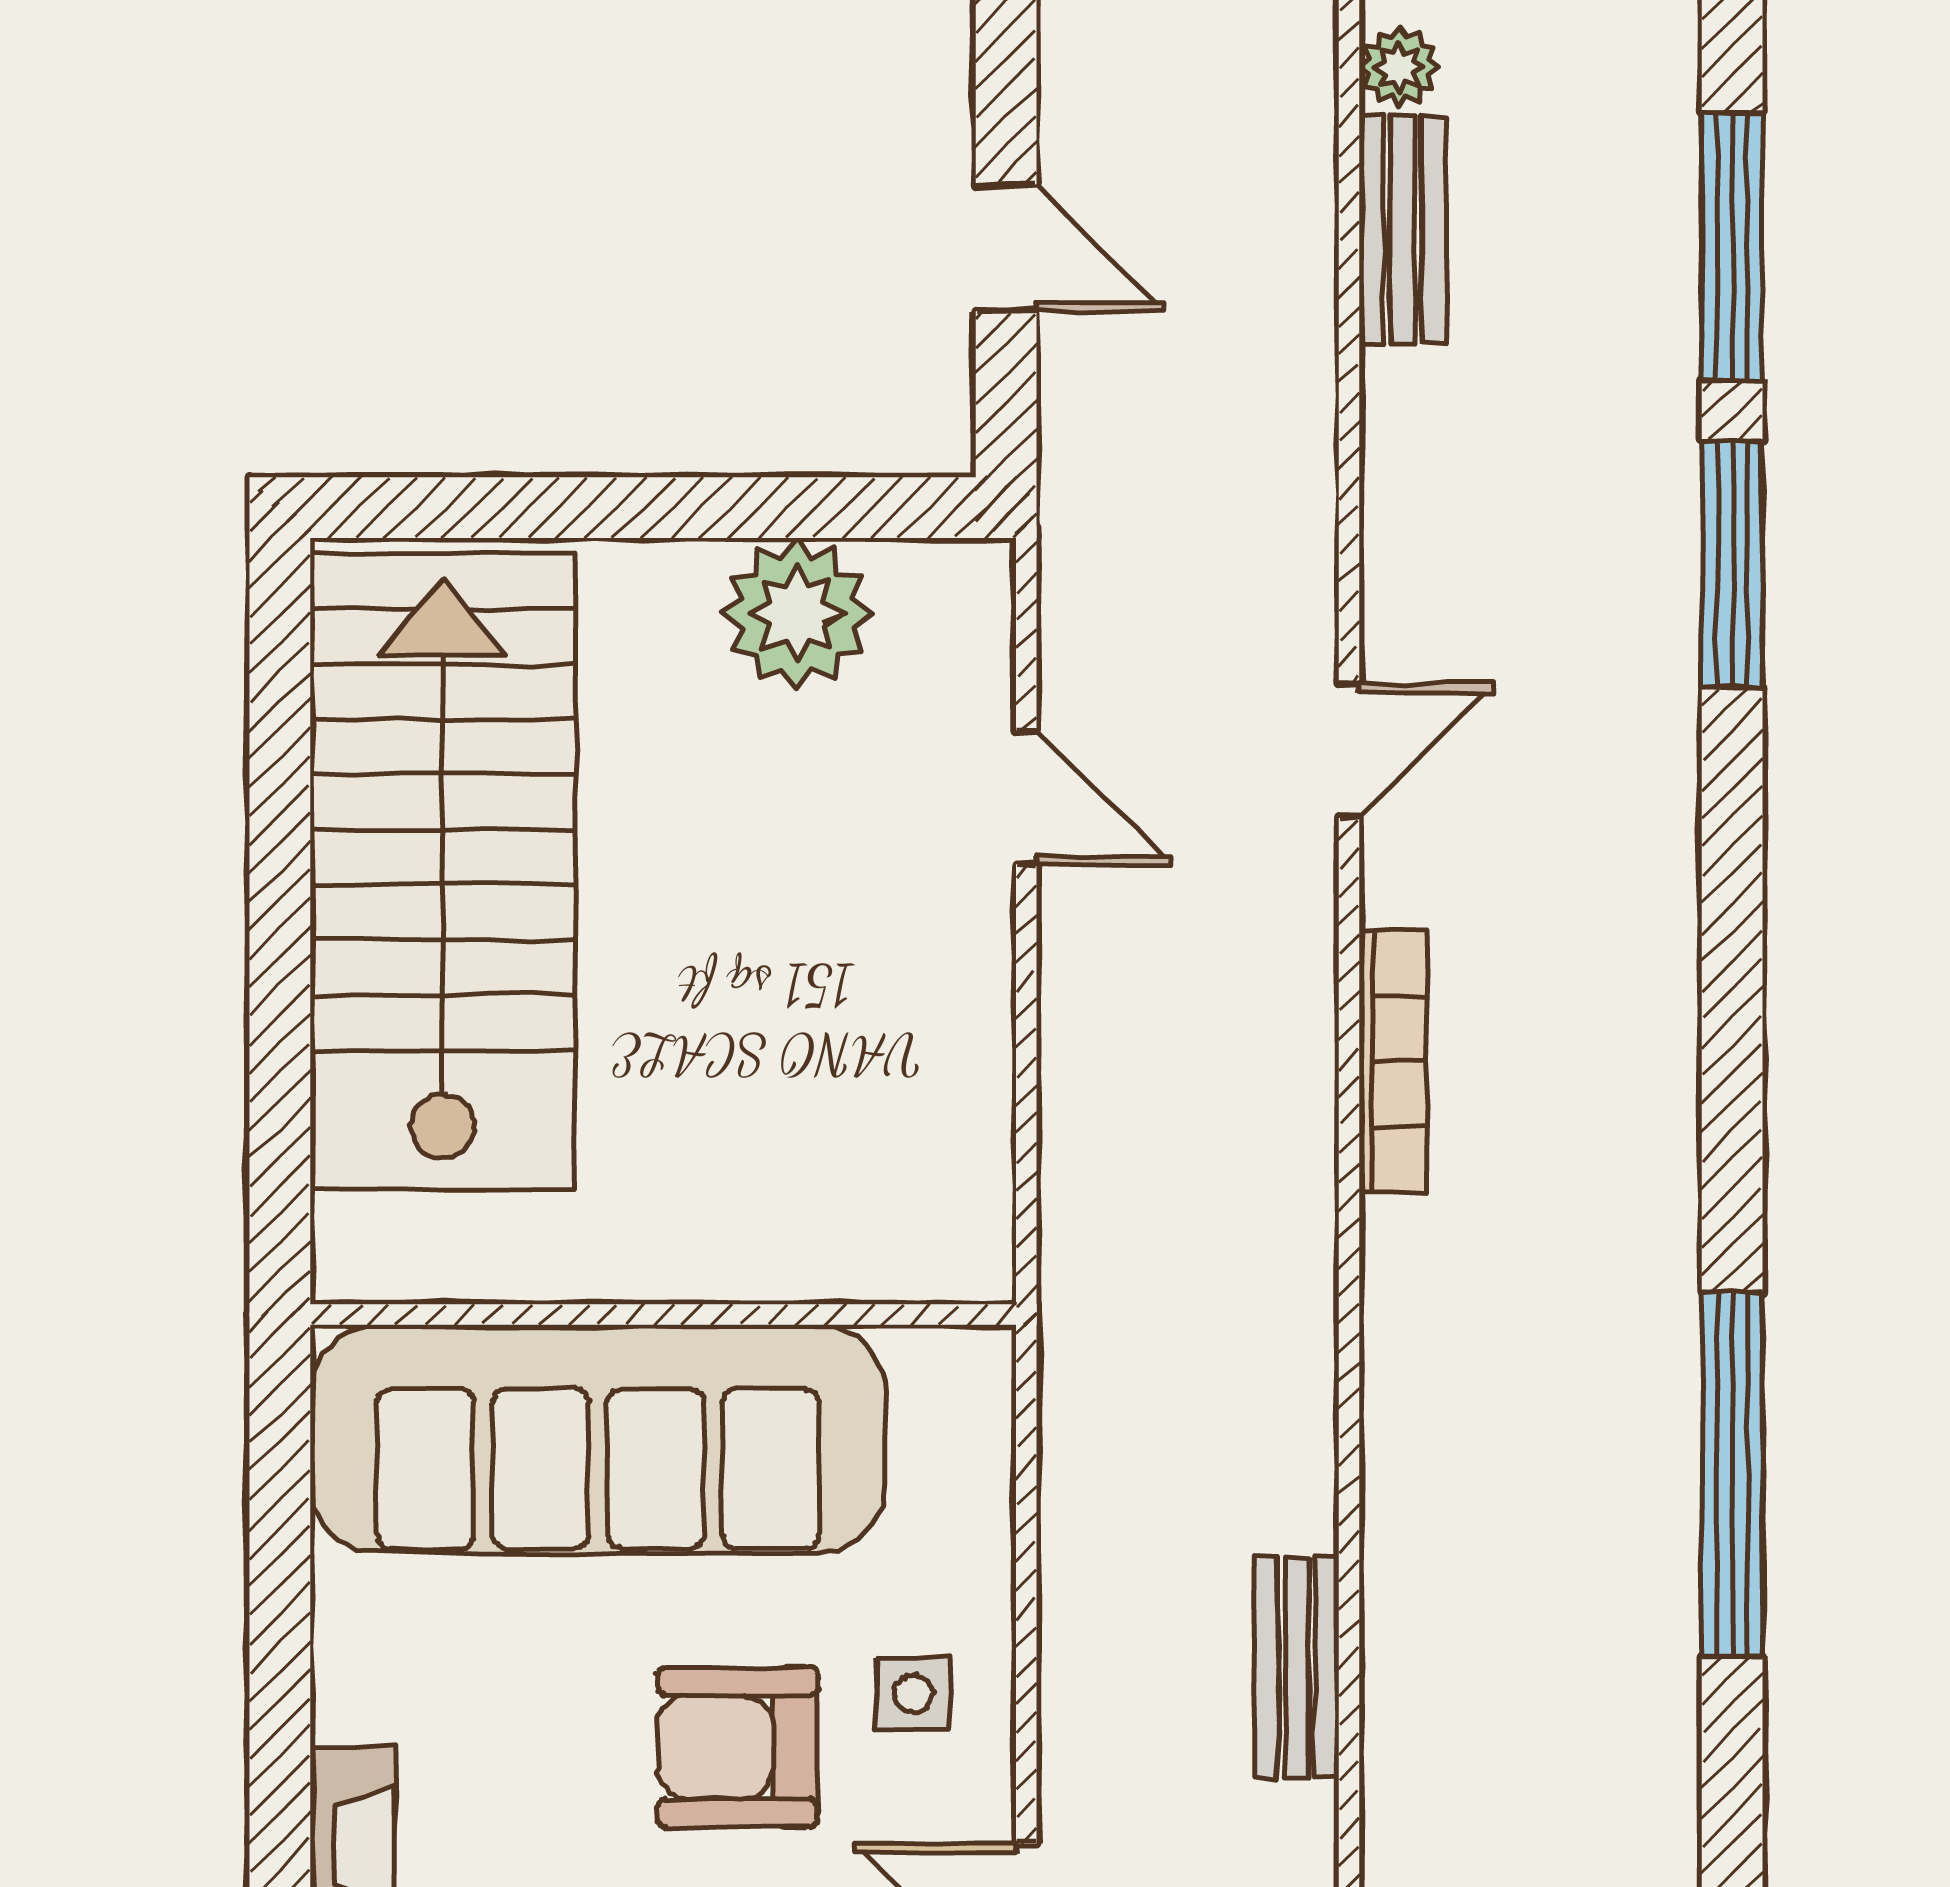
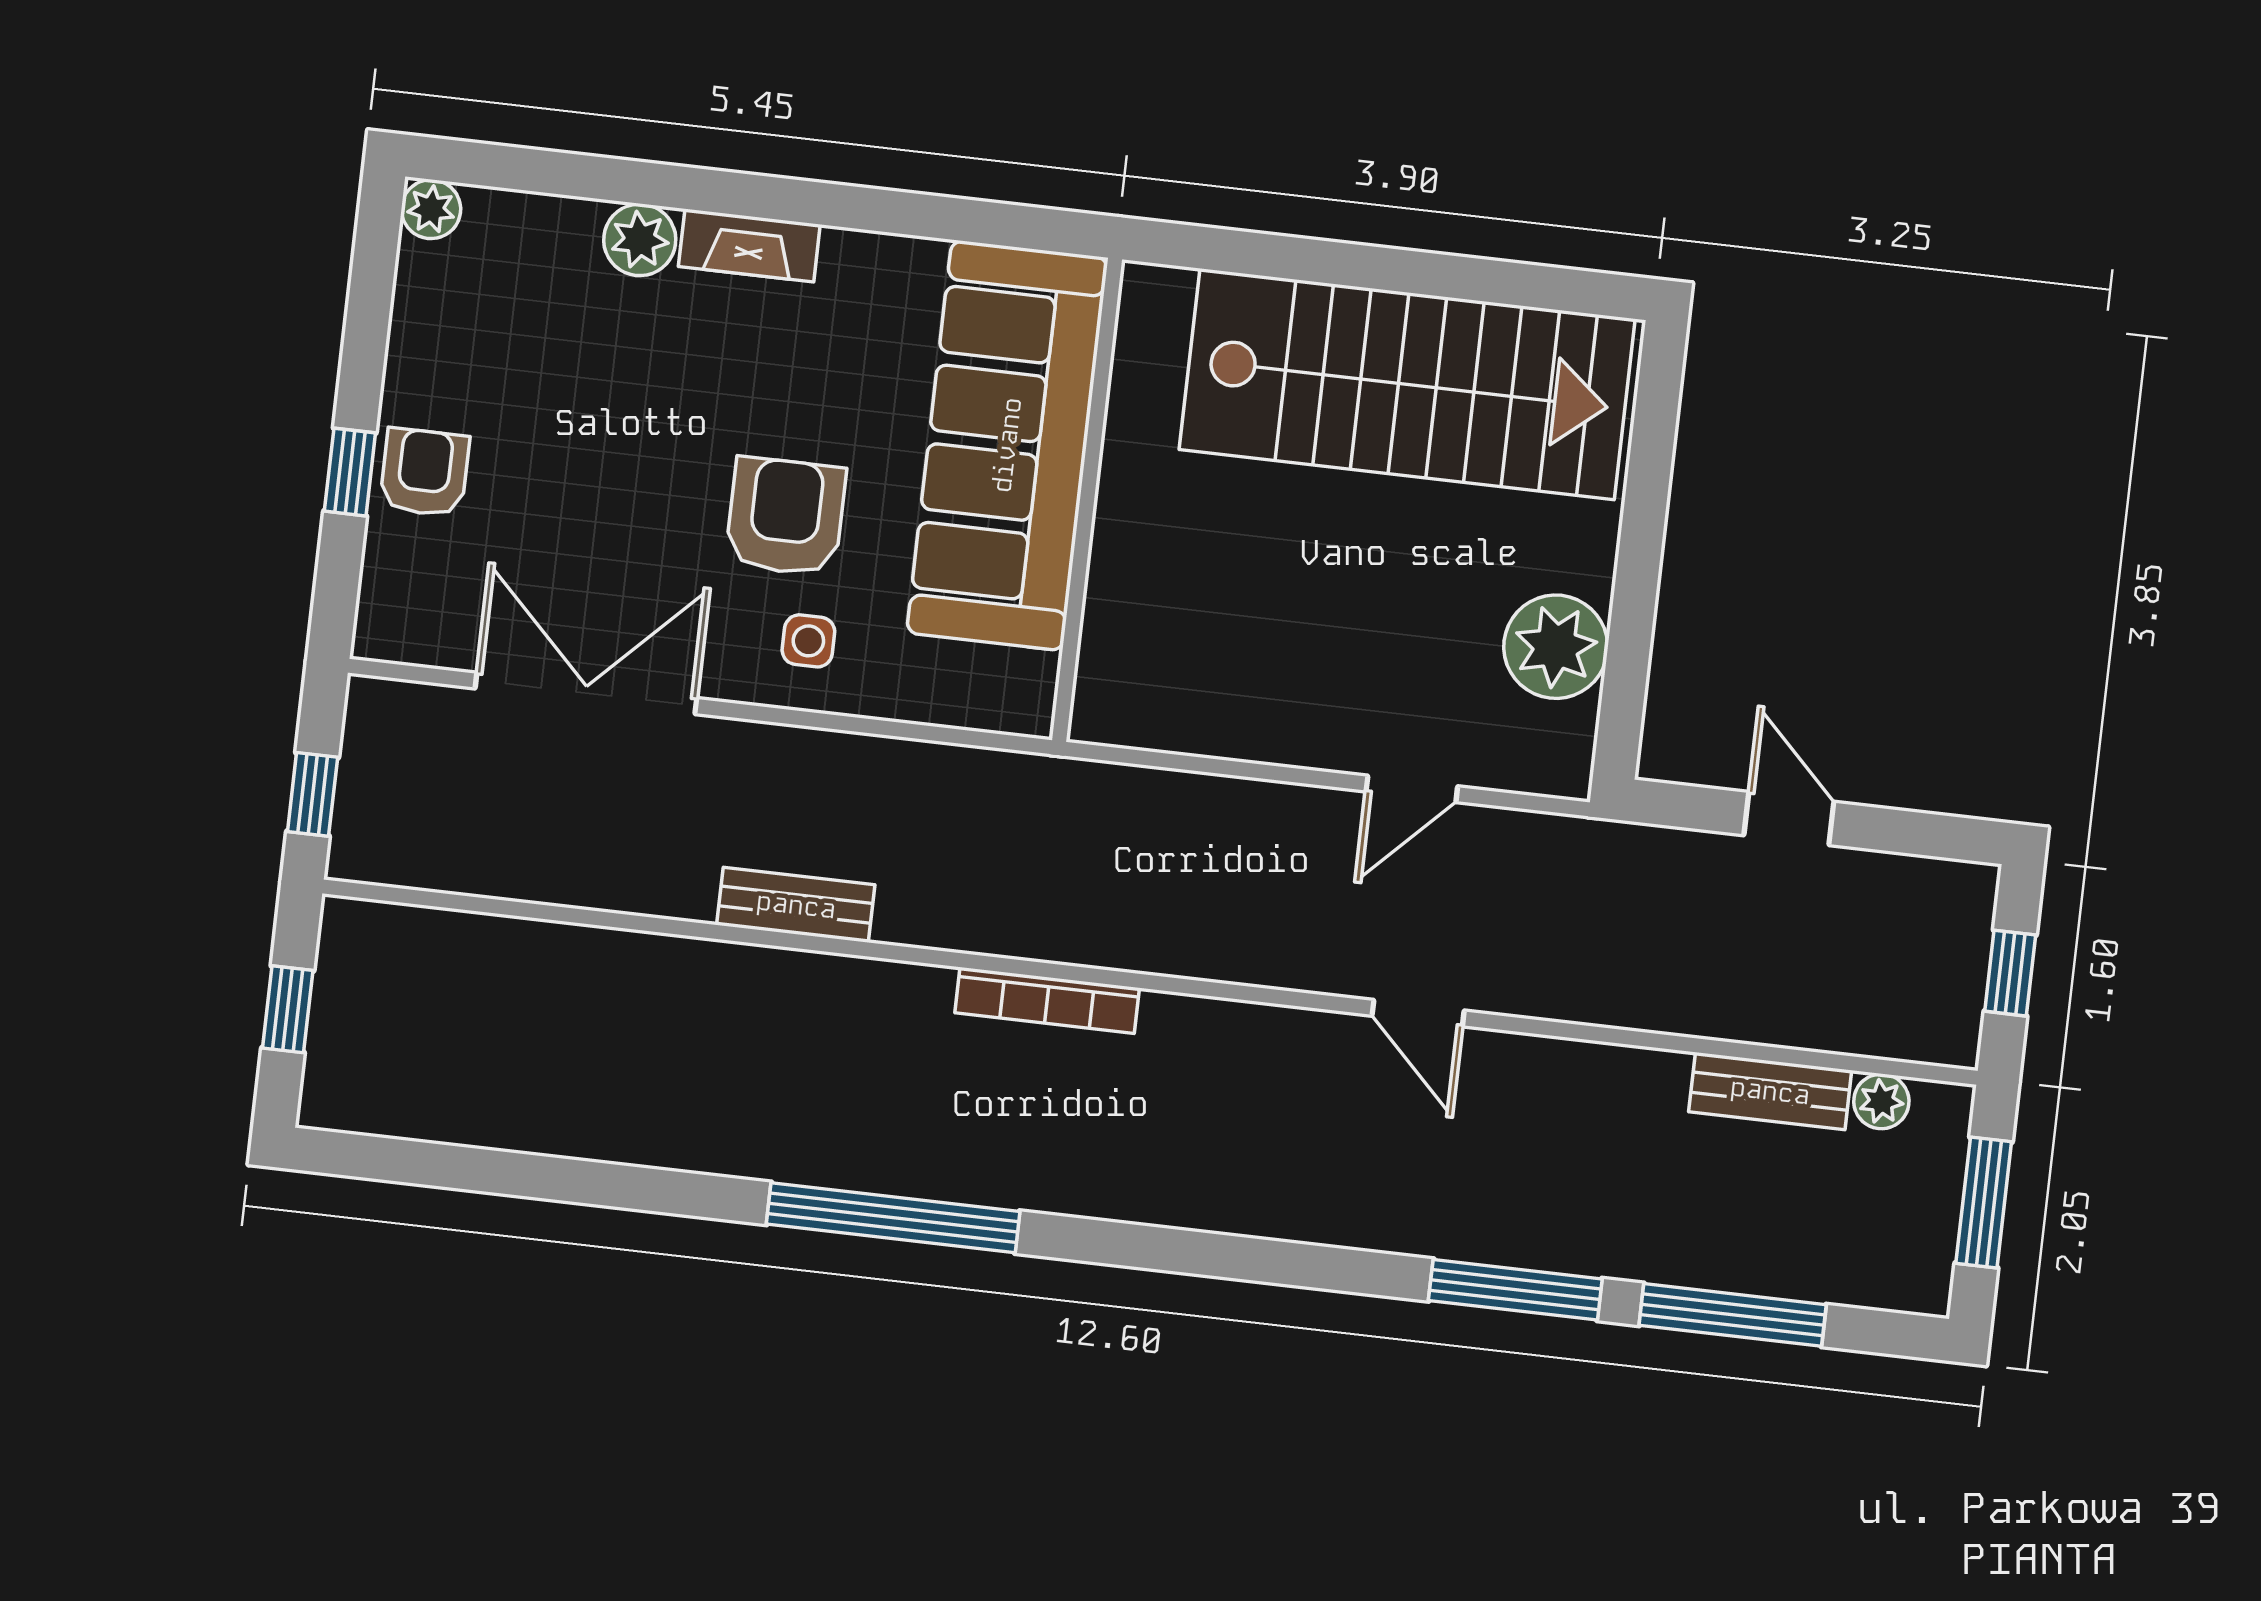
door: (1006, 248) -> (1789, 819), swing flipped
bookcase: (1393, 1061) -> (1047, 1000), moved

